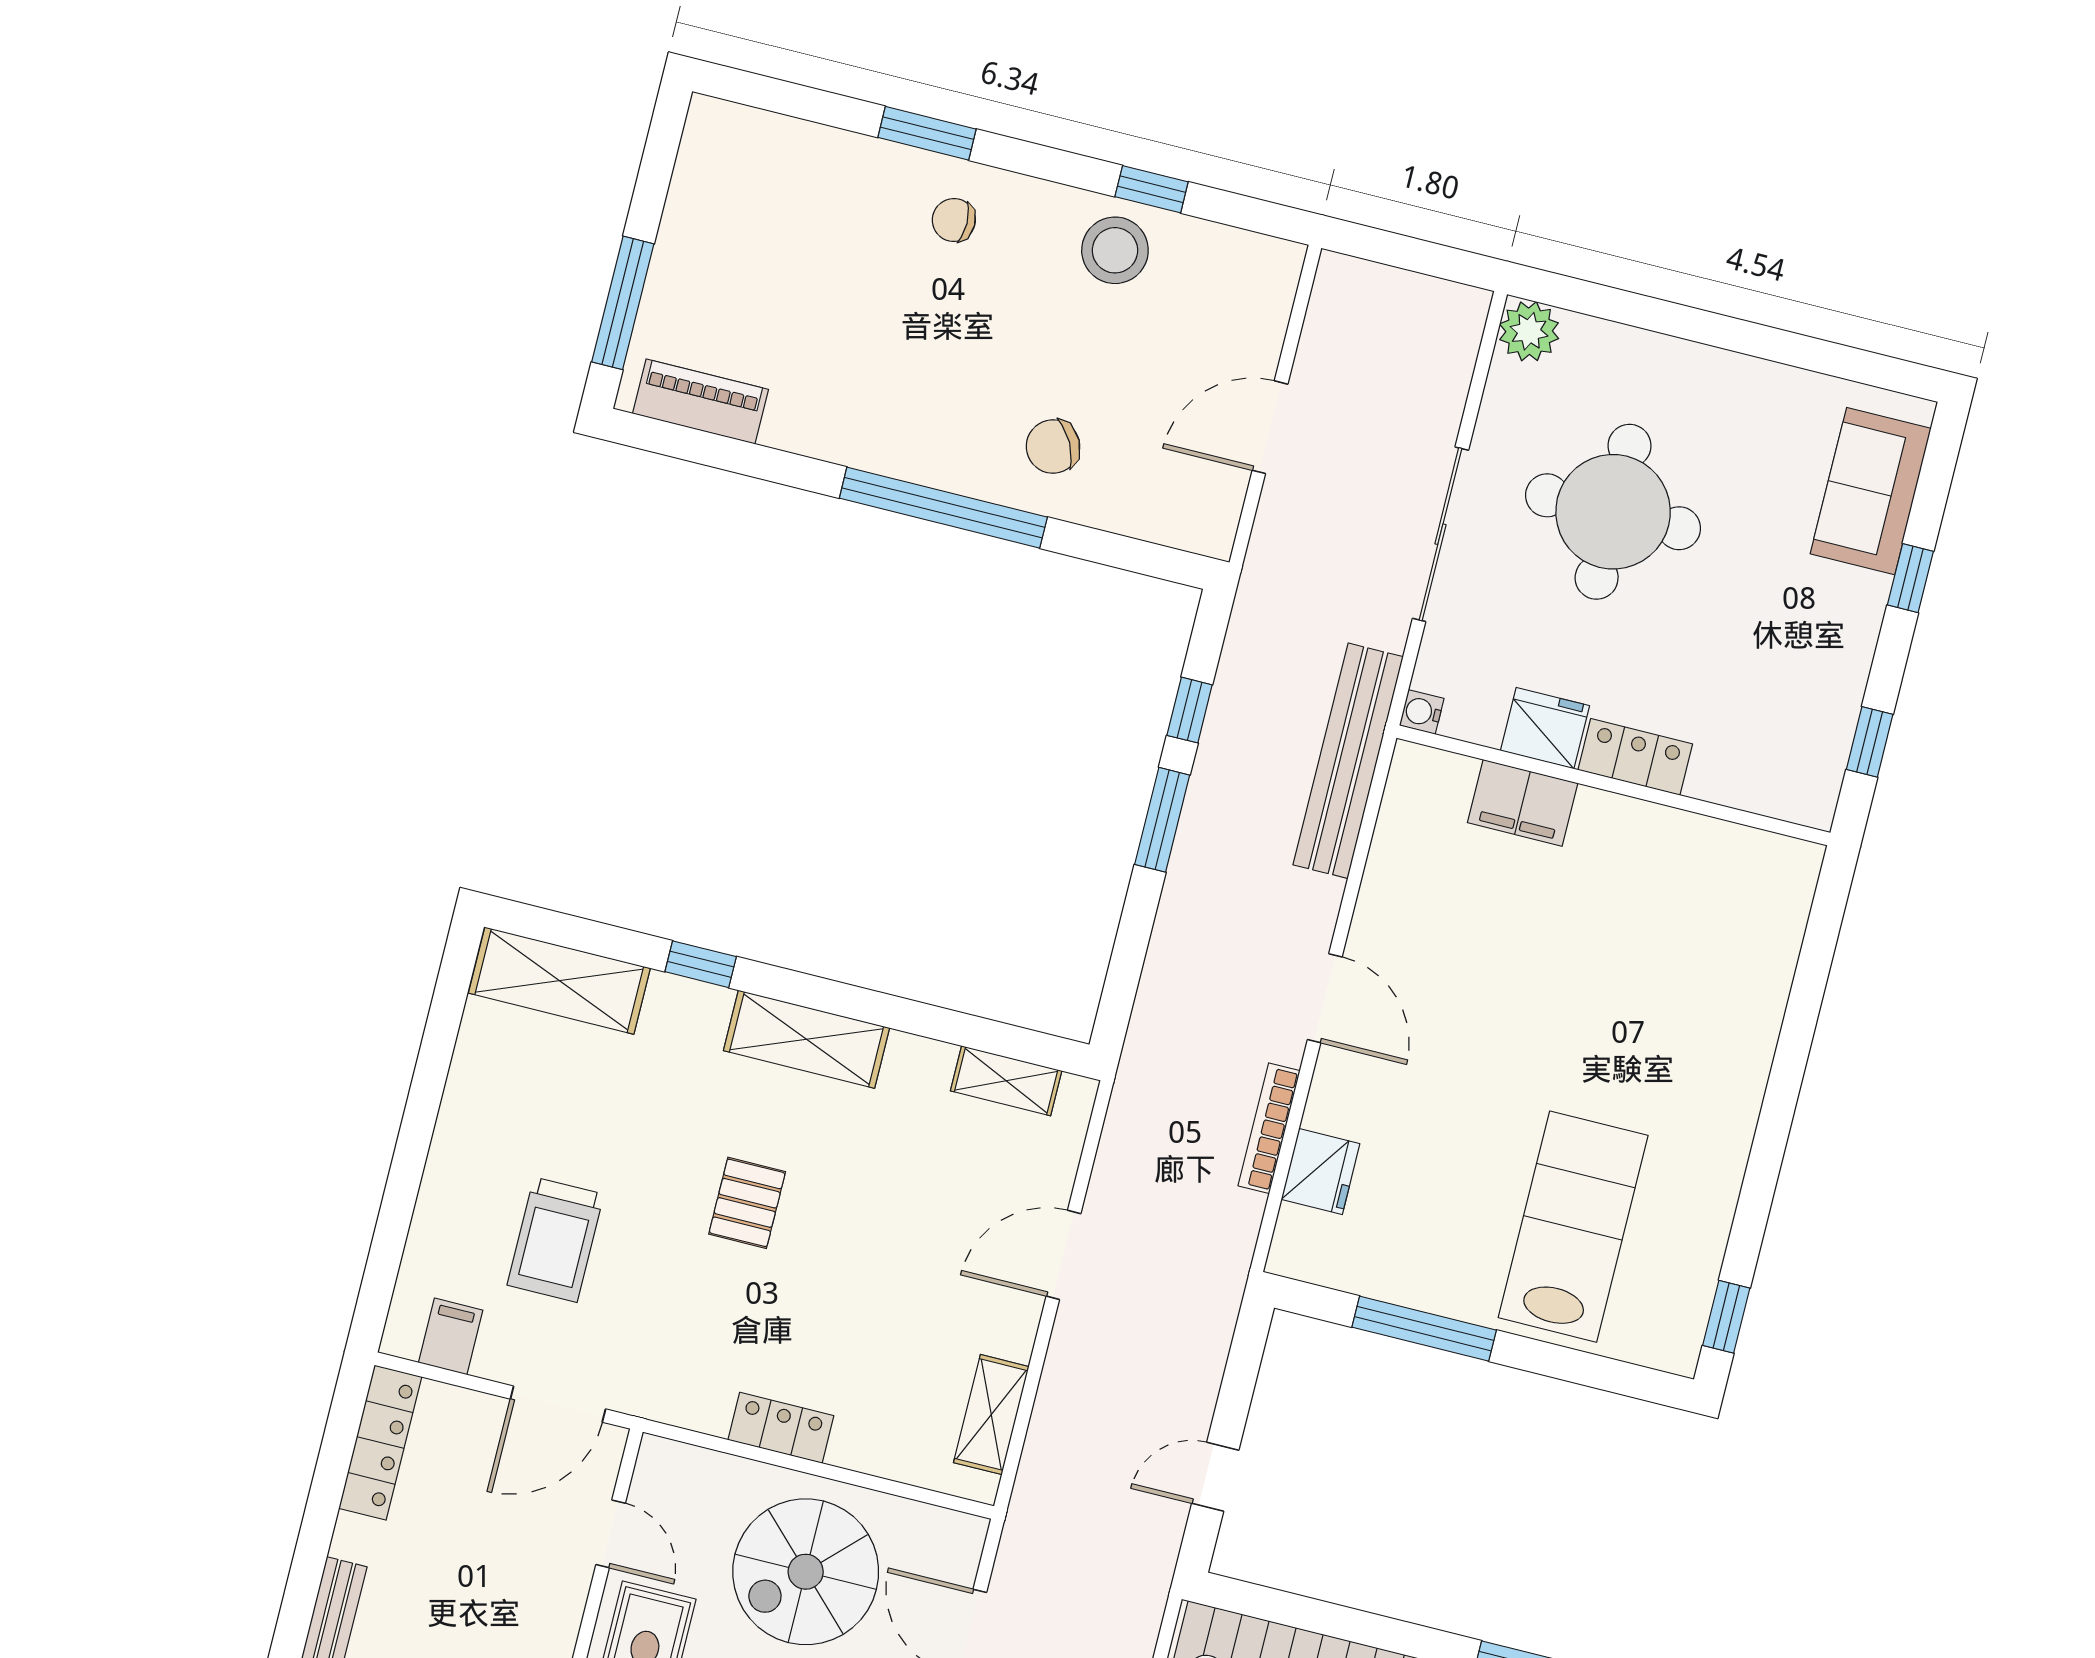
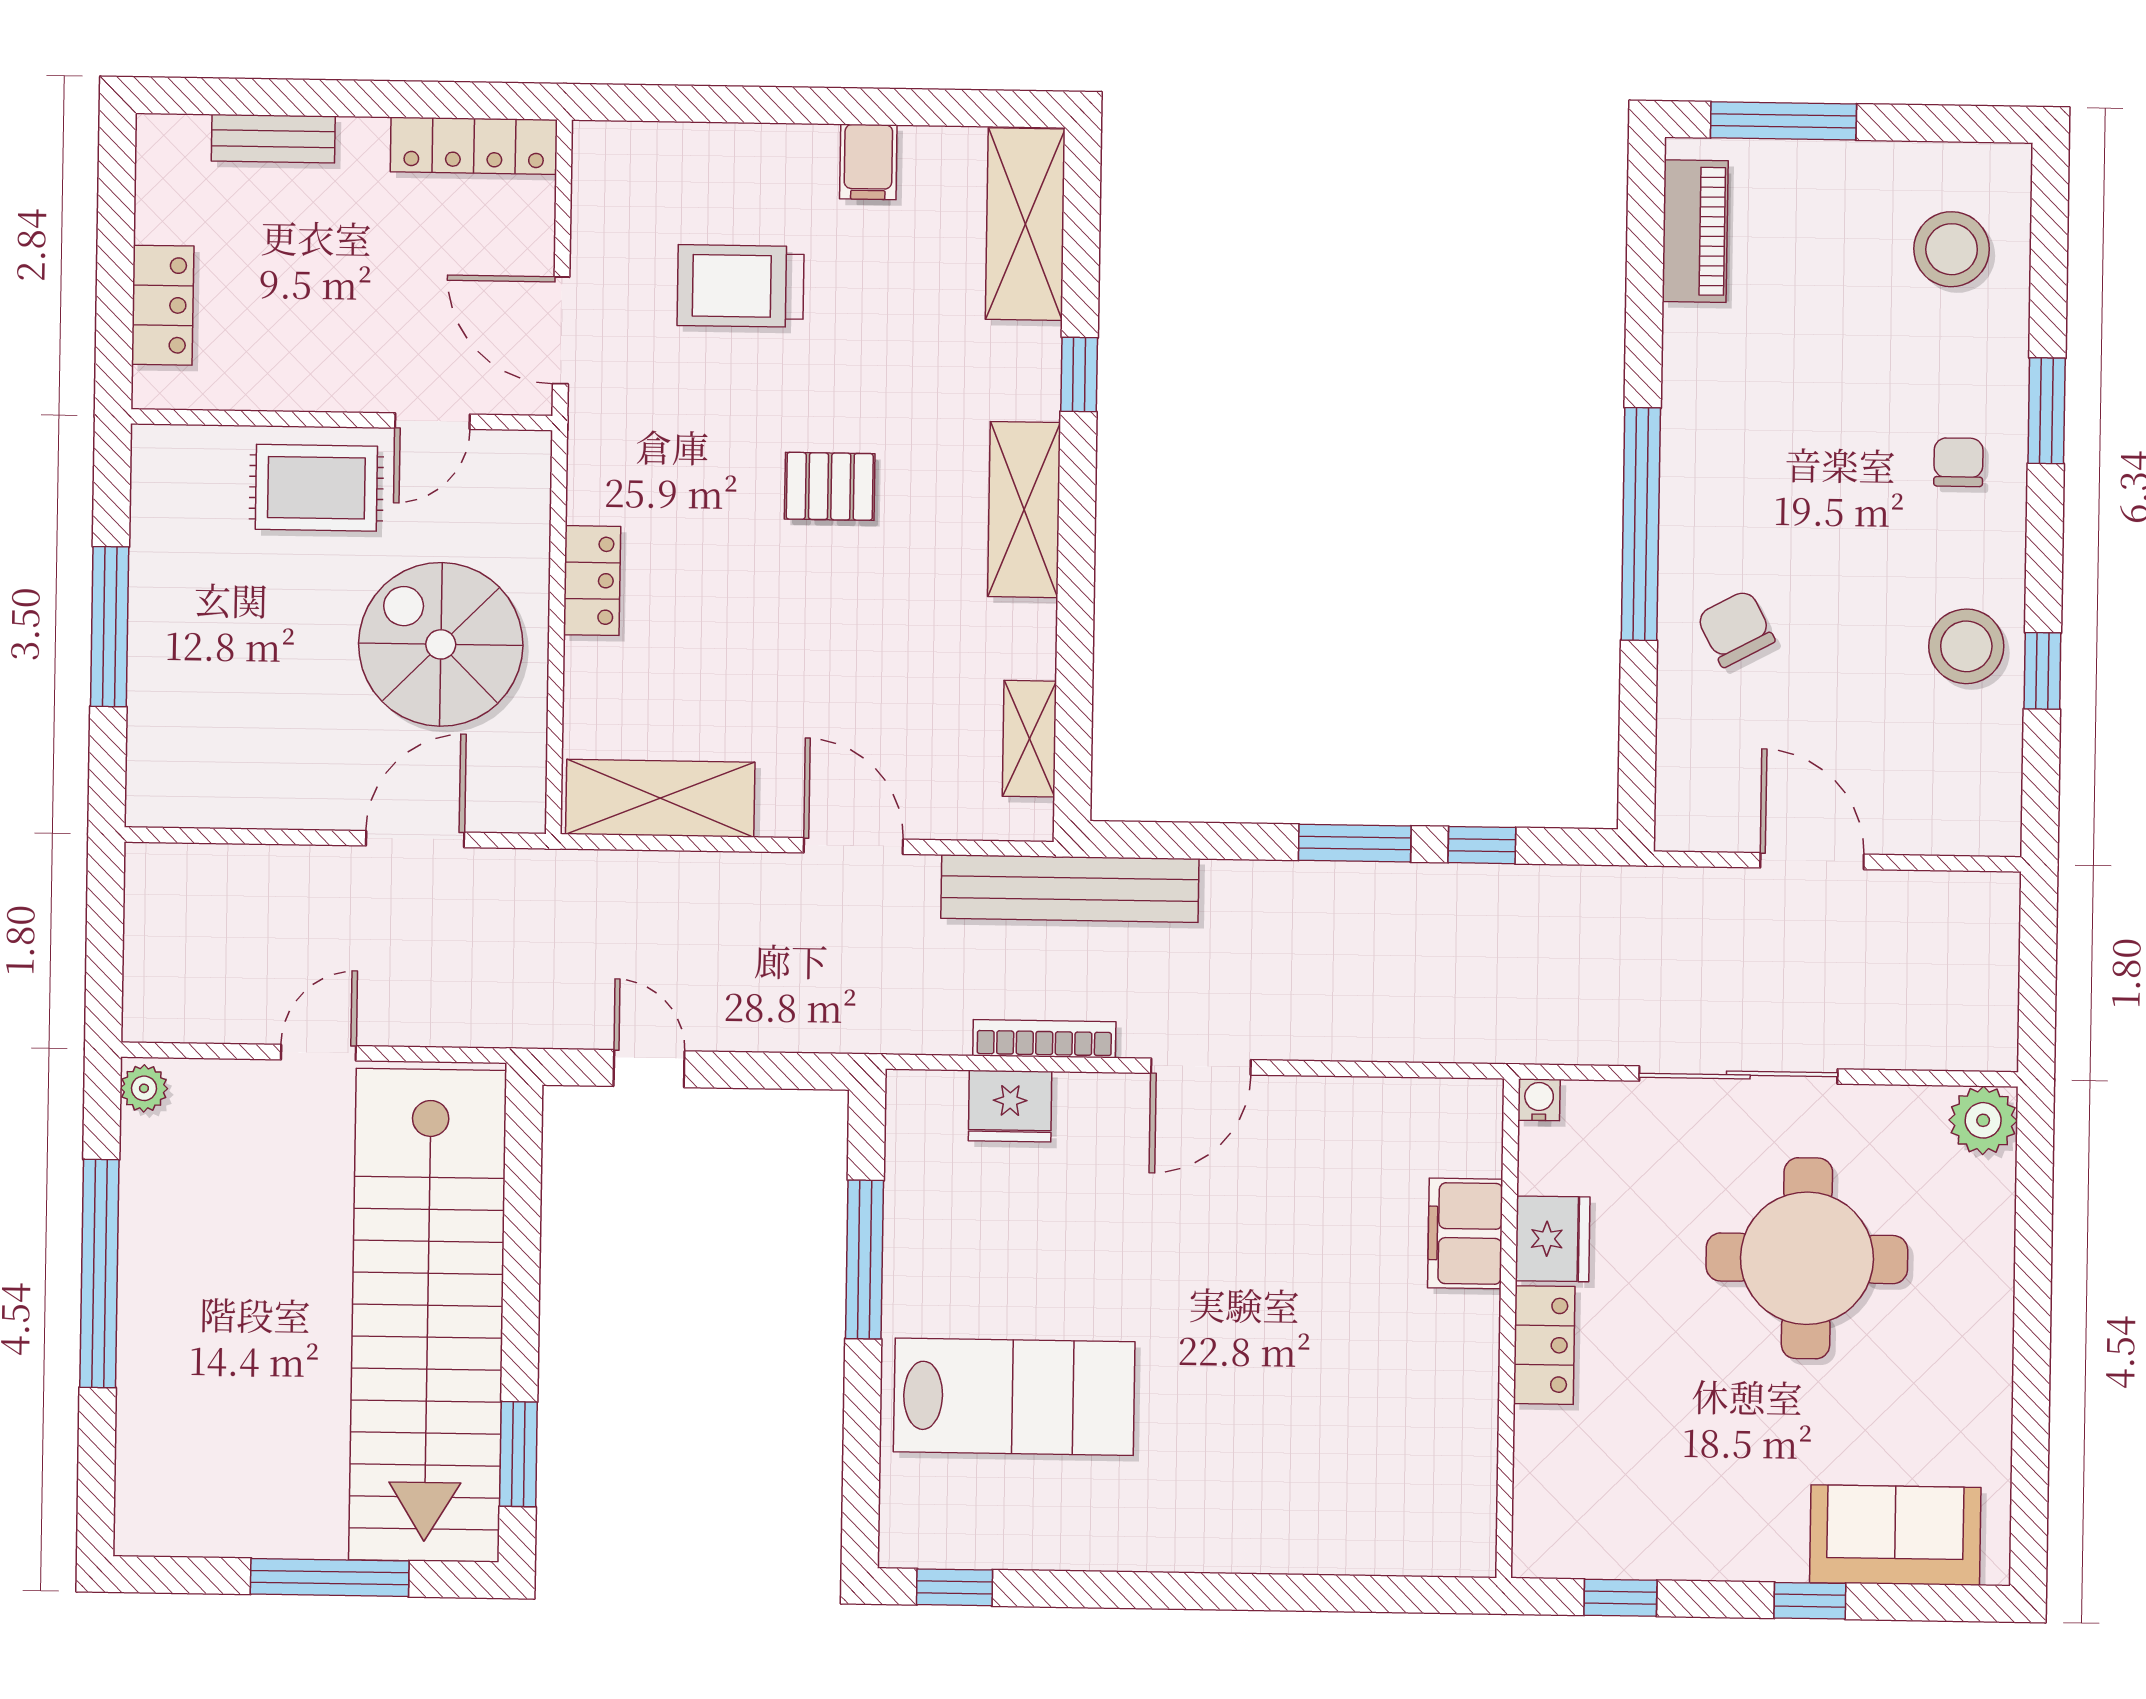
stool: (768, 183) -> (1952, 249), added
bench: (1348, 761) -> (1070, 889), moved
filing cabinet: (451, 1336) -> (868, 162), moved, turned 90
shelving: (991, 1415) -> (660, 798), width x1.50, depth x1.33

